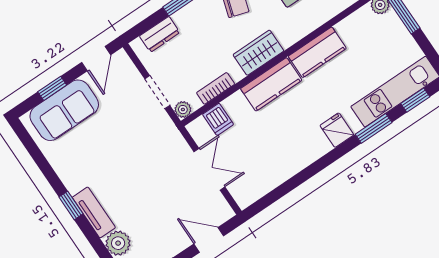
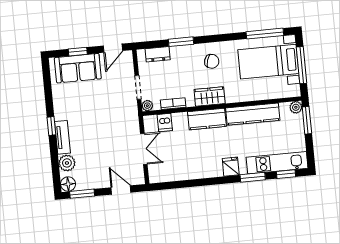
kitchen counter: (317, 52) -> (253, 114), width x1.50

